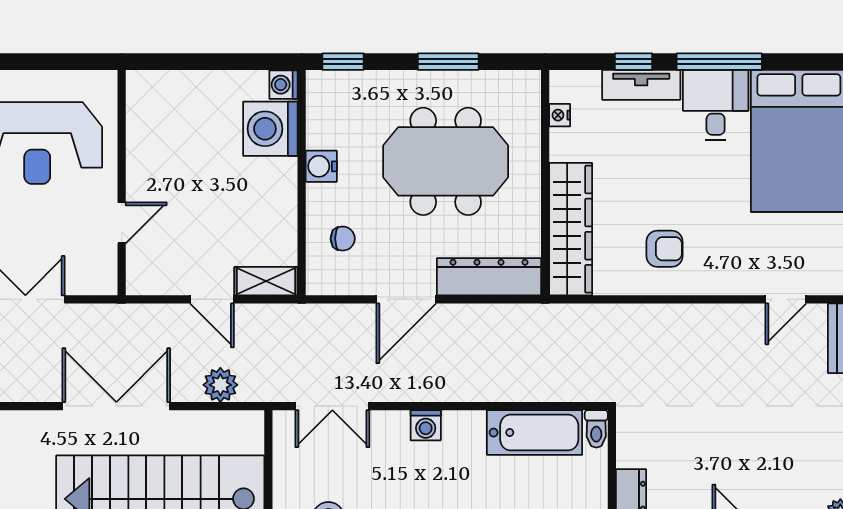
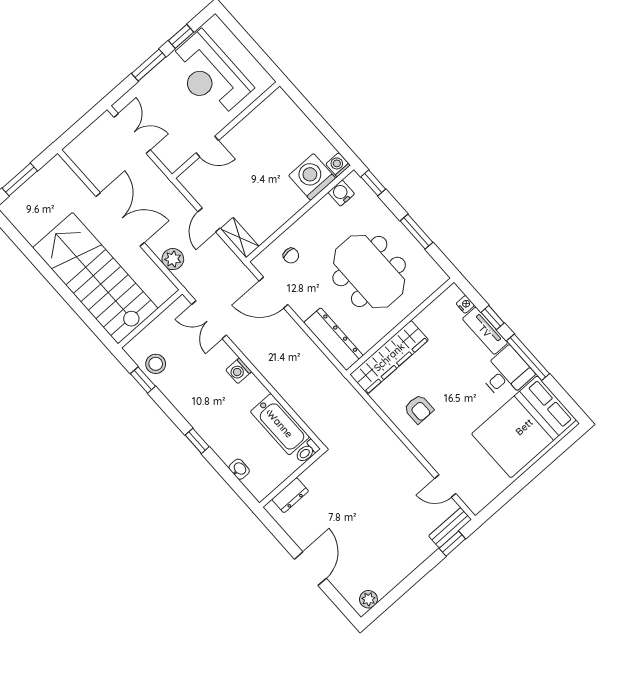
nightstand: (560, 115) -> (465, 304), moved, turned 90
water cooler: (321, 166) -> (341, 193), moved
door: (406, 299) -> (274, 293), moved

